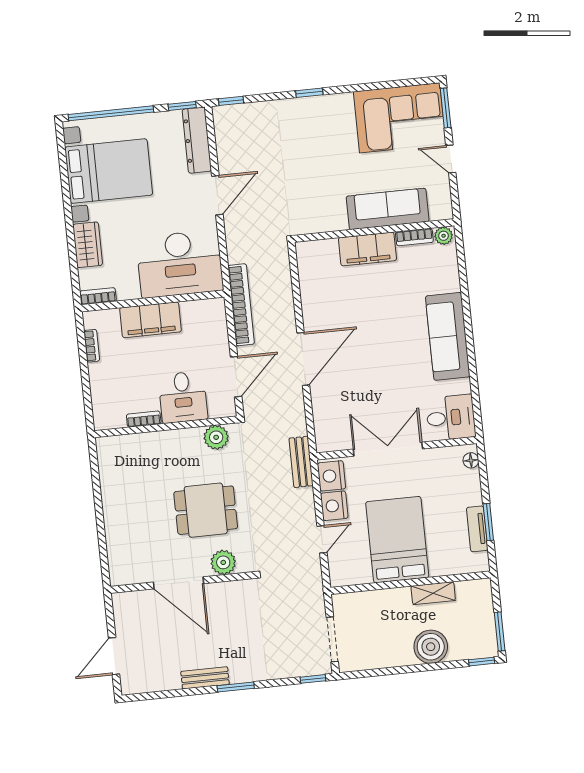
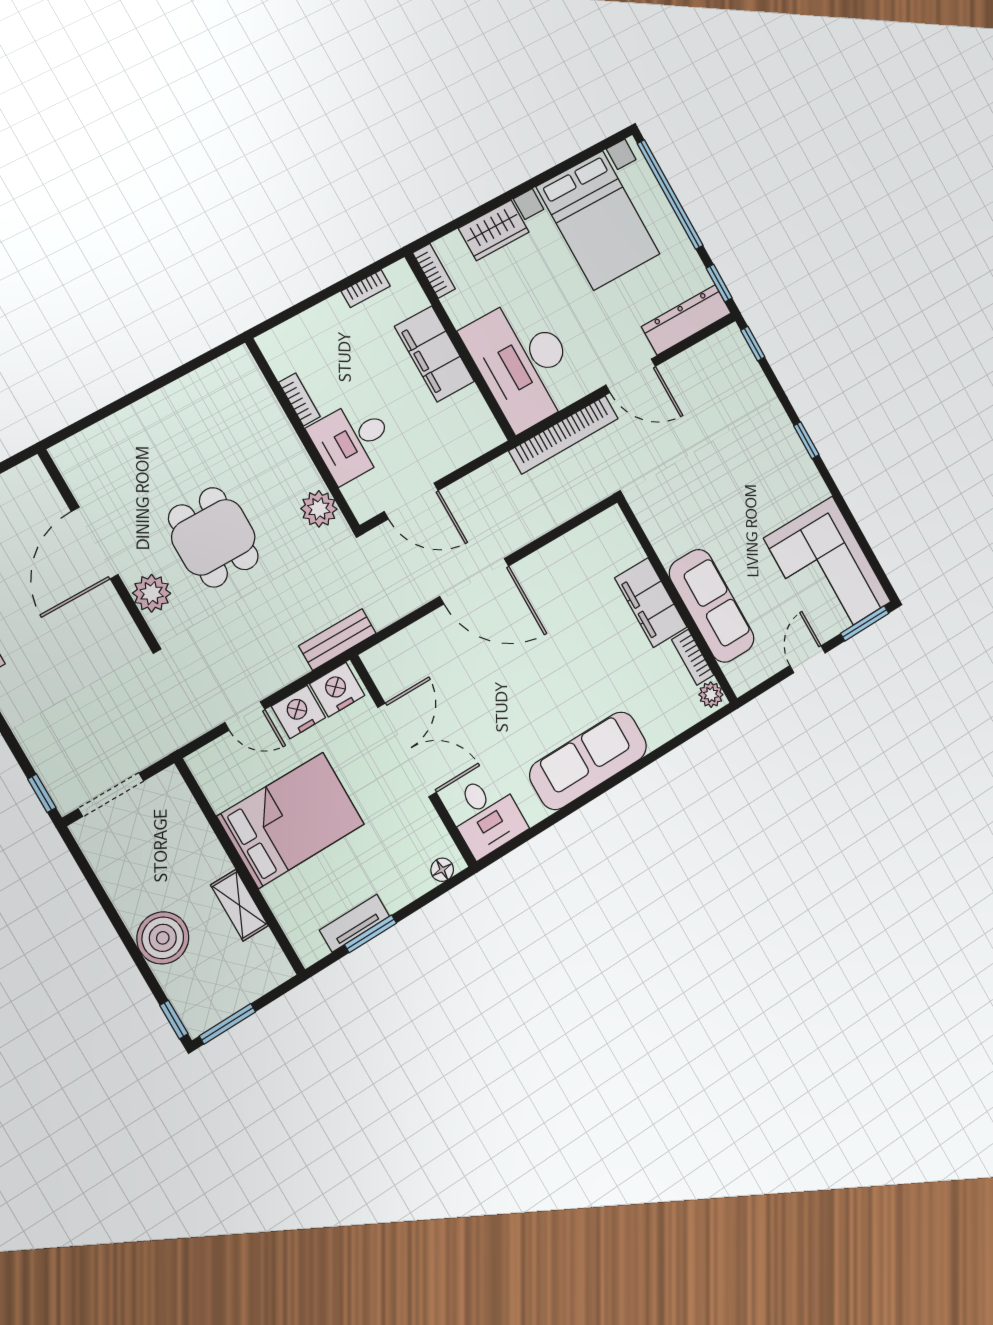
bookcase: (241, 305) -> (564, 435), moved

